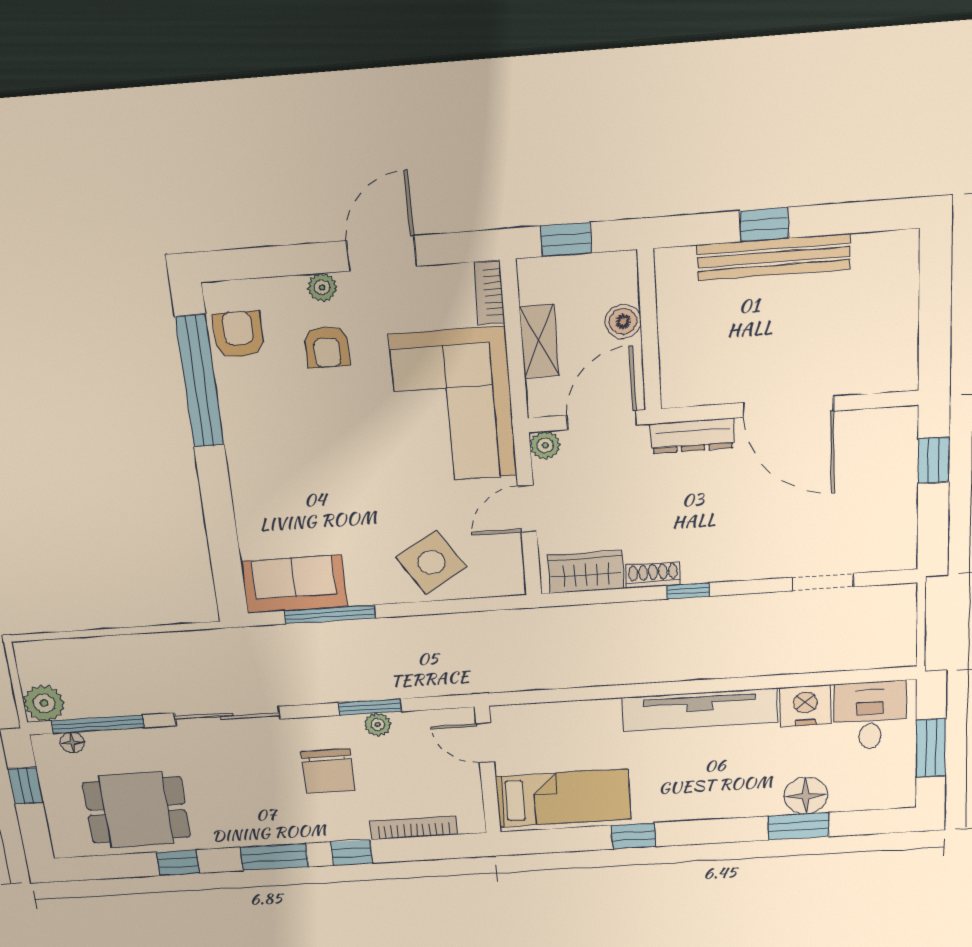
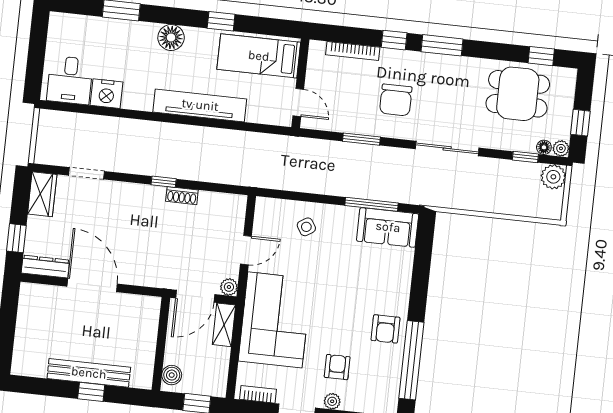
bookcase: (489, 293) -> (258, 394), moved, turned -90
boiler: (623, 321) -> (172, 375), moved
armchair: (239, 334) -> (385, 329), moved
shelving: (539, 341) -> (224, 325), moved
dresser: (692, 436) -> (45, 267), moved
side table: (431, 562) -> (306, 227), width x0.54, depth x0.54
wardrobe: (586, 572) -> (42, 194), moved, turned -90
tv unit: (700, 710) -> (200, 105), moved
window: (98, 724) -> (525, 157), width x0.46
plant: (378, 724) -> (561, 148), moved
window: (931, 748) -> (37, 51), removed
chair: (328, 771) -> (396, 100), turned 180
floor lamp: (806, 796) -> (171, 38), moved
window: (178, 863) -> (541, 56), moved

